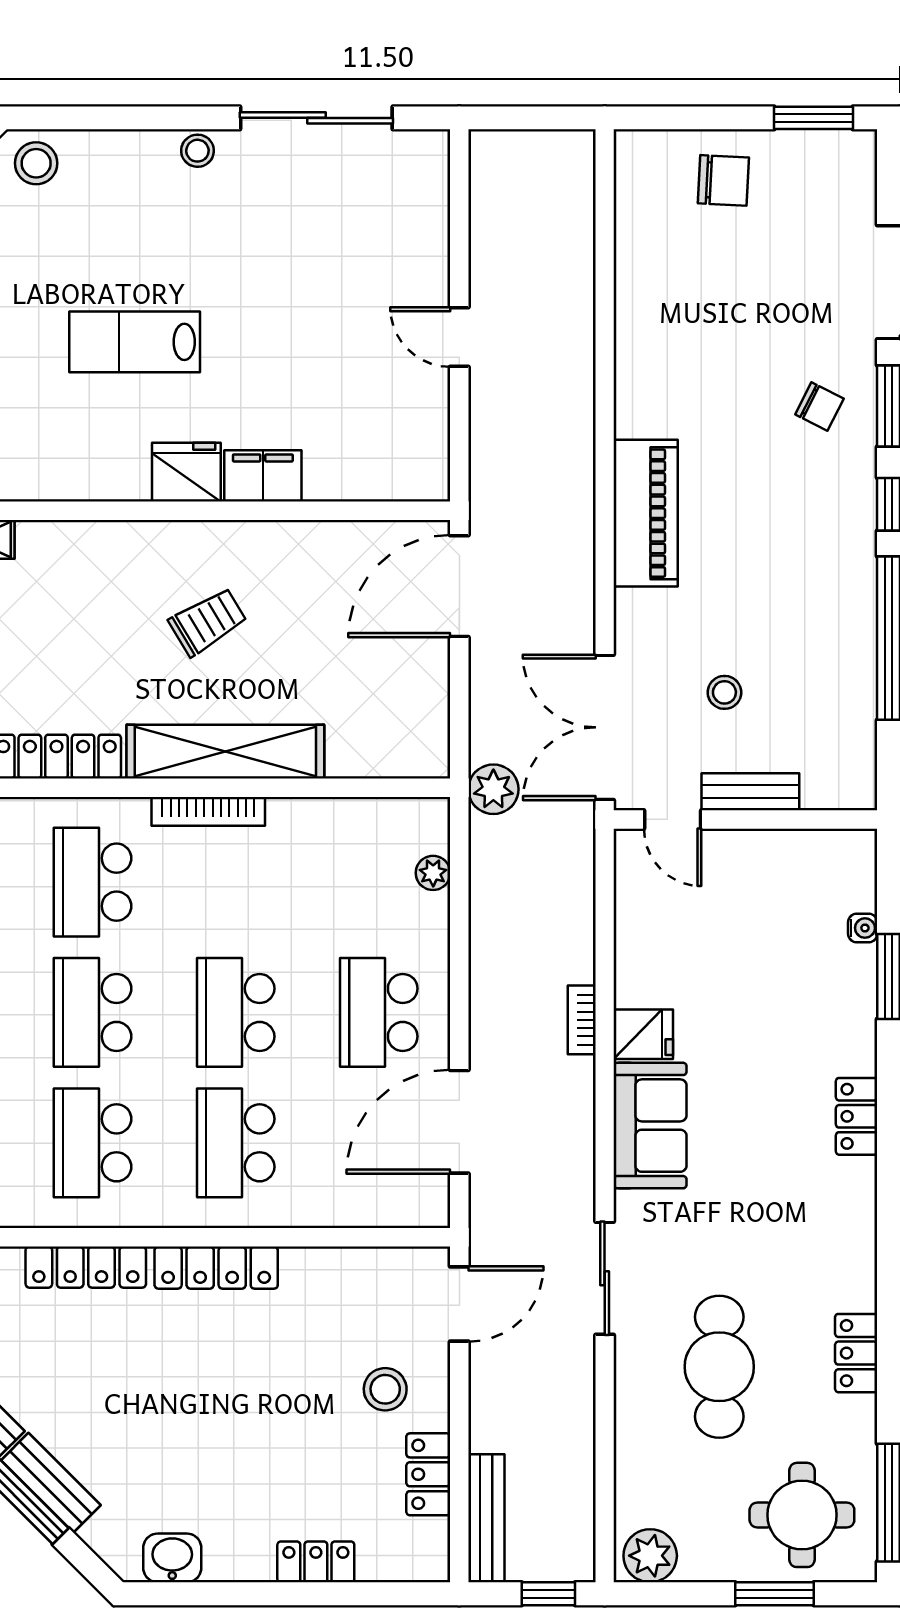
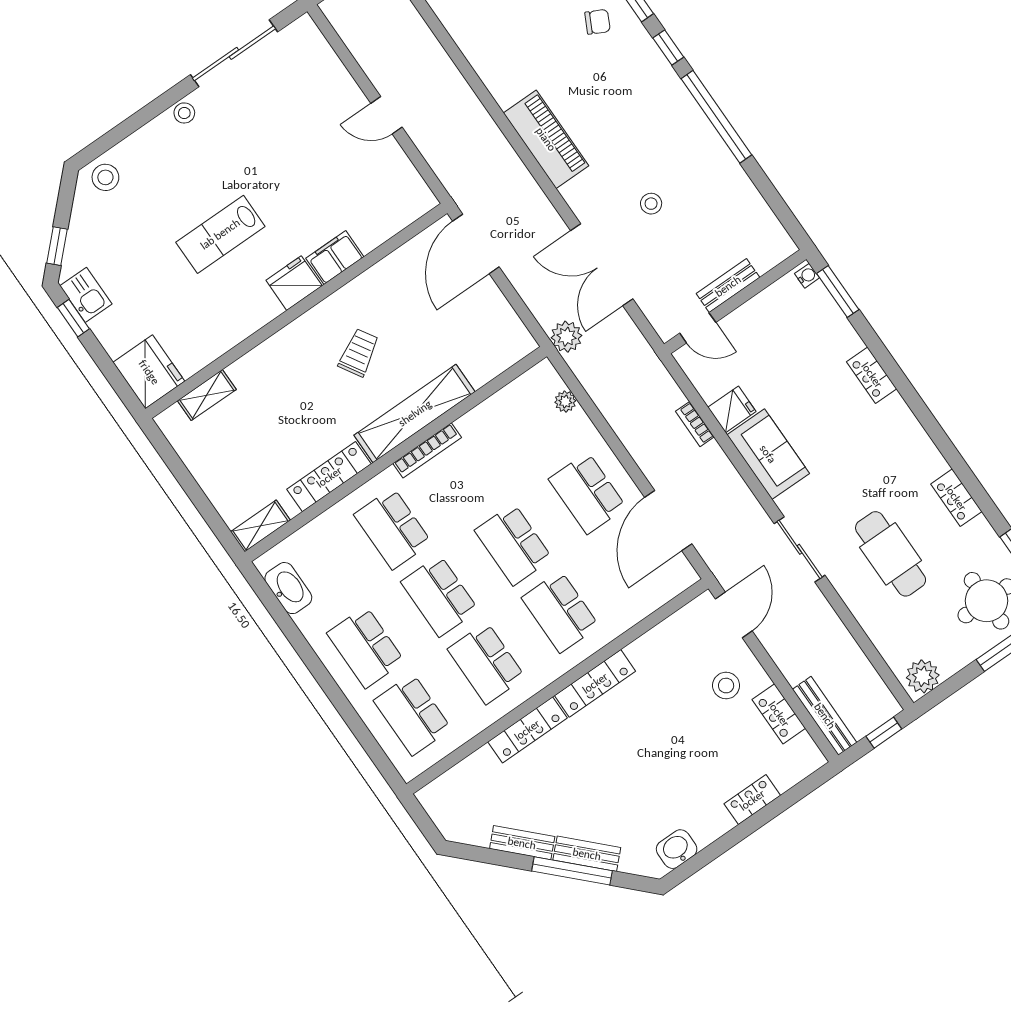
bench: (750, 792) -> (728, 286), moved
door: (673, 819) -> (698, 328), moved
wall: (745, 819) -> (735, 302), moved

